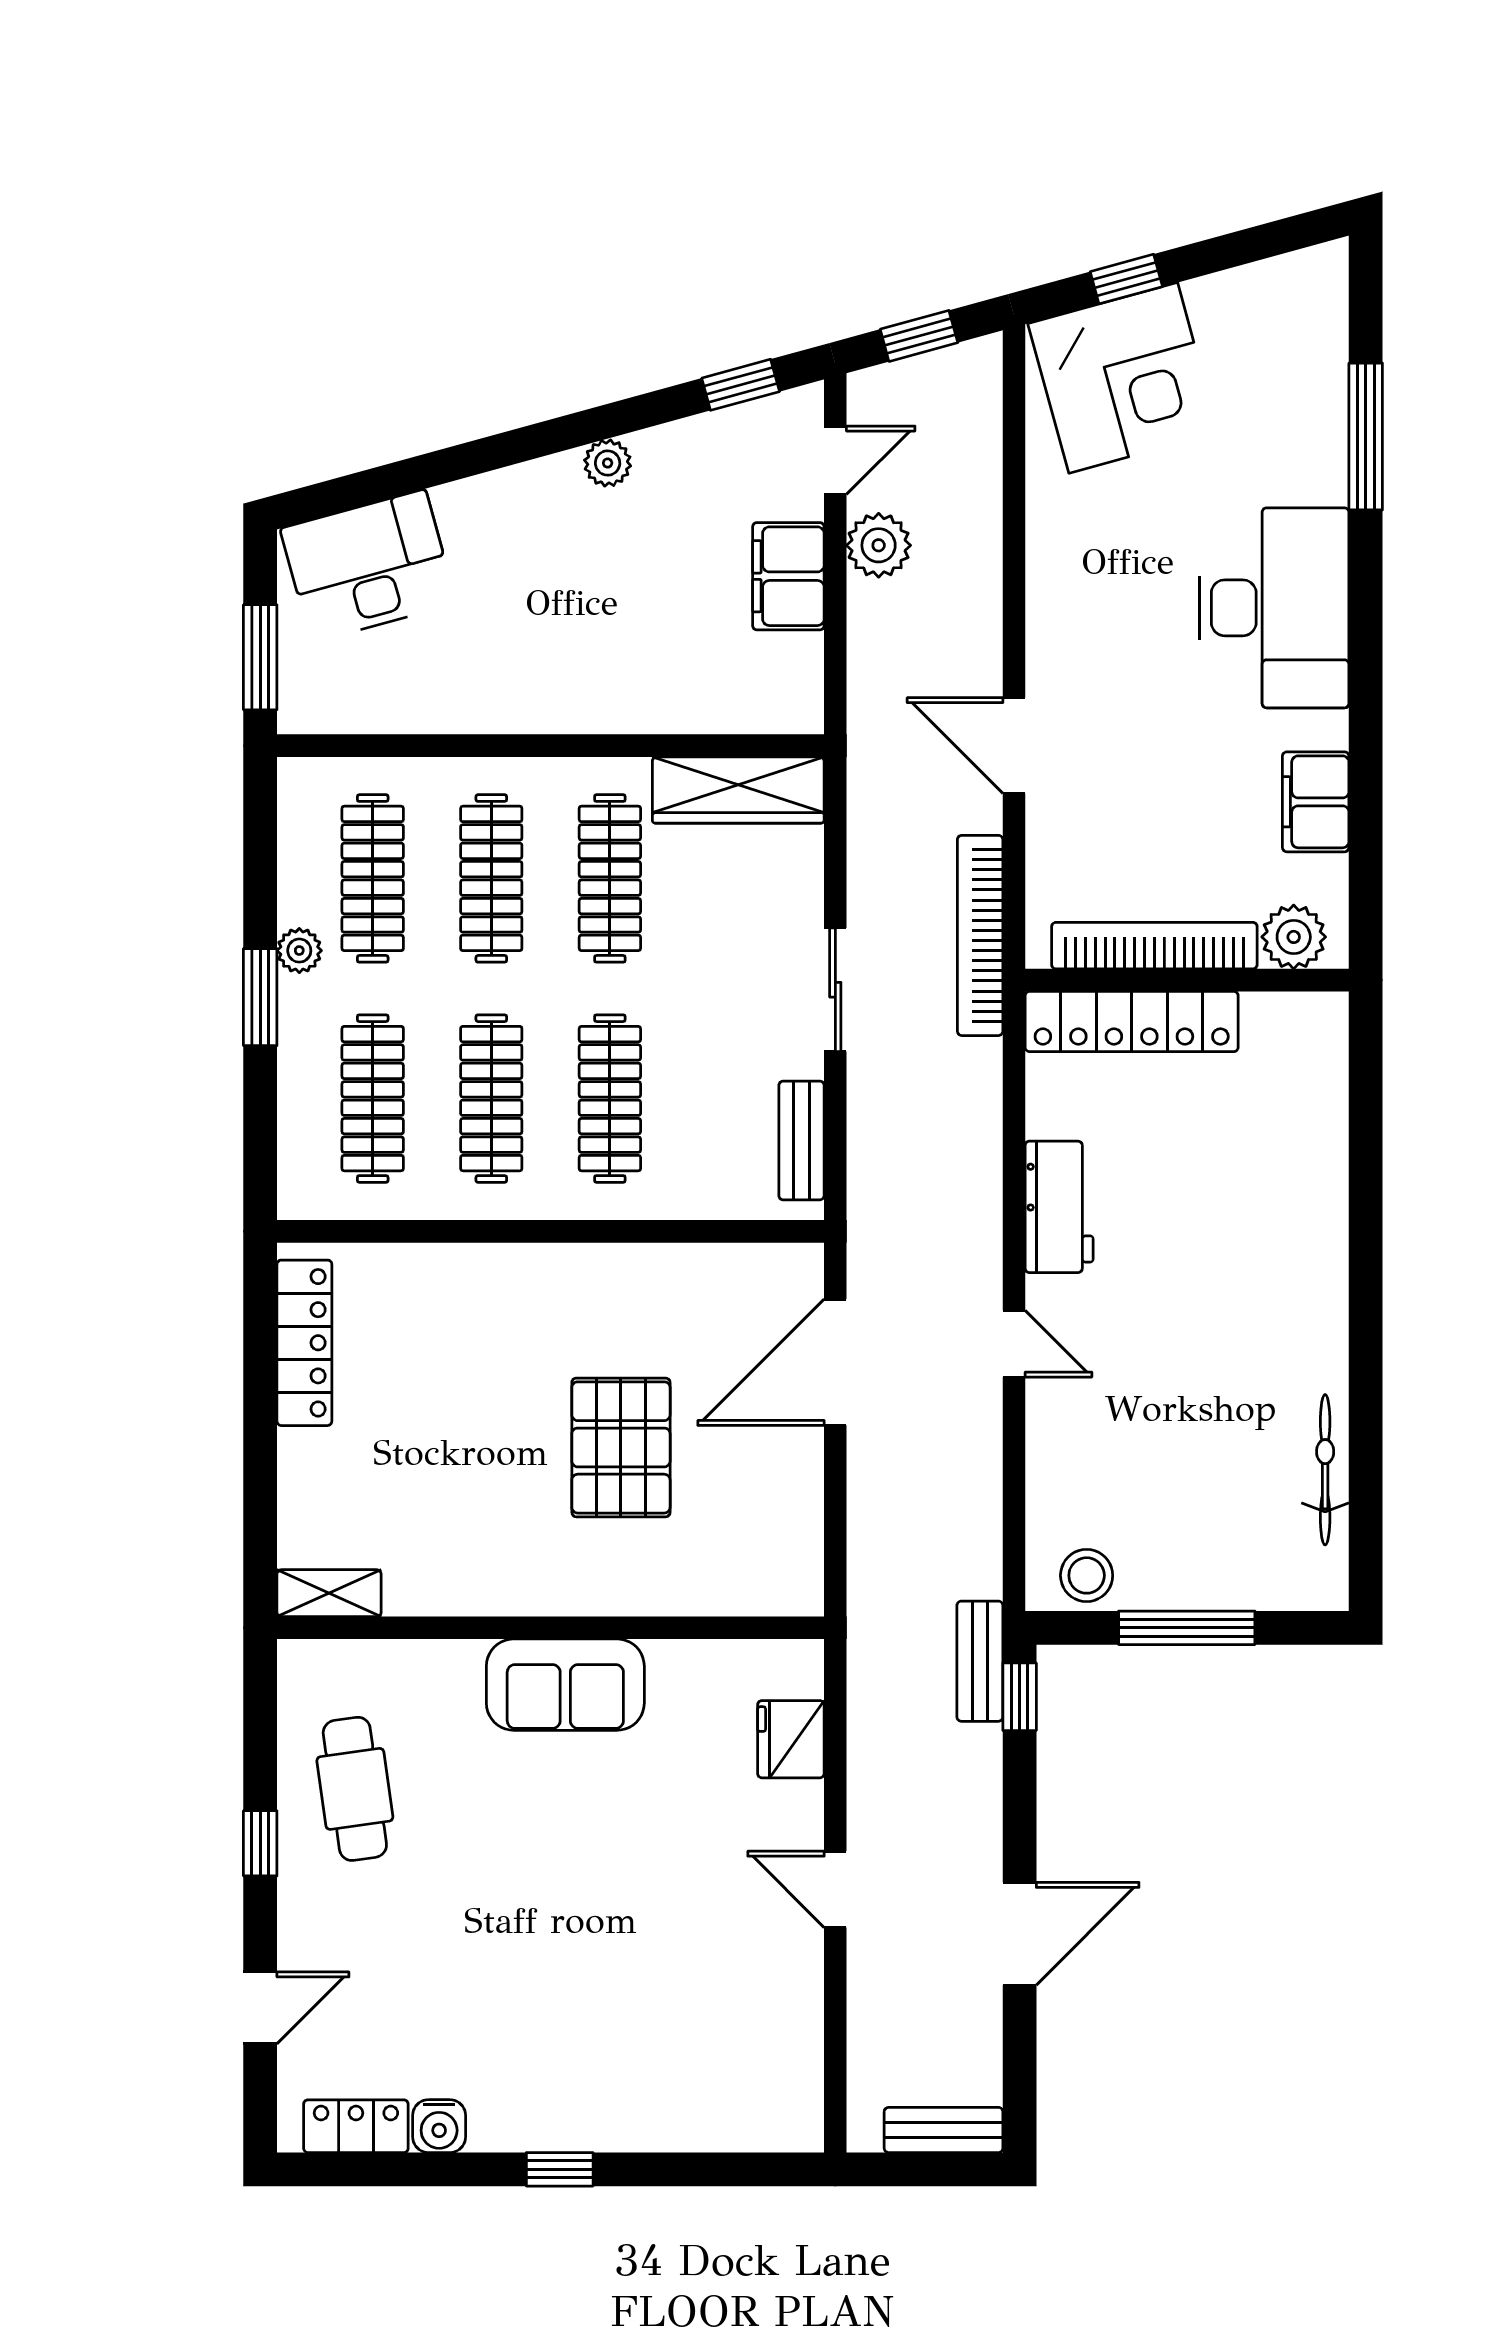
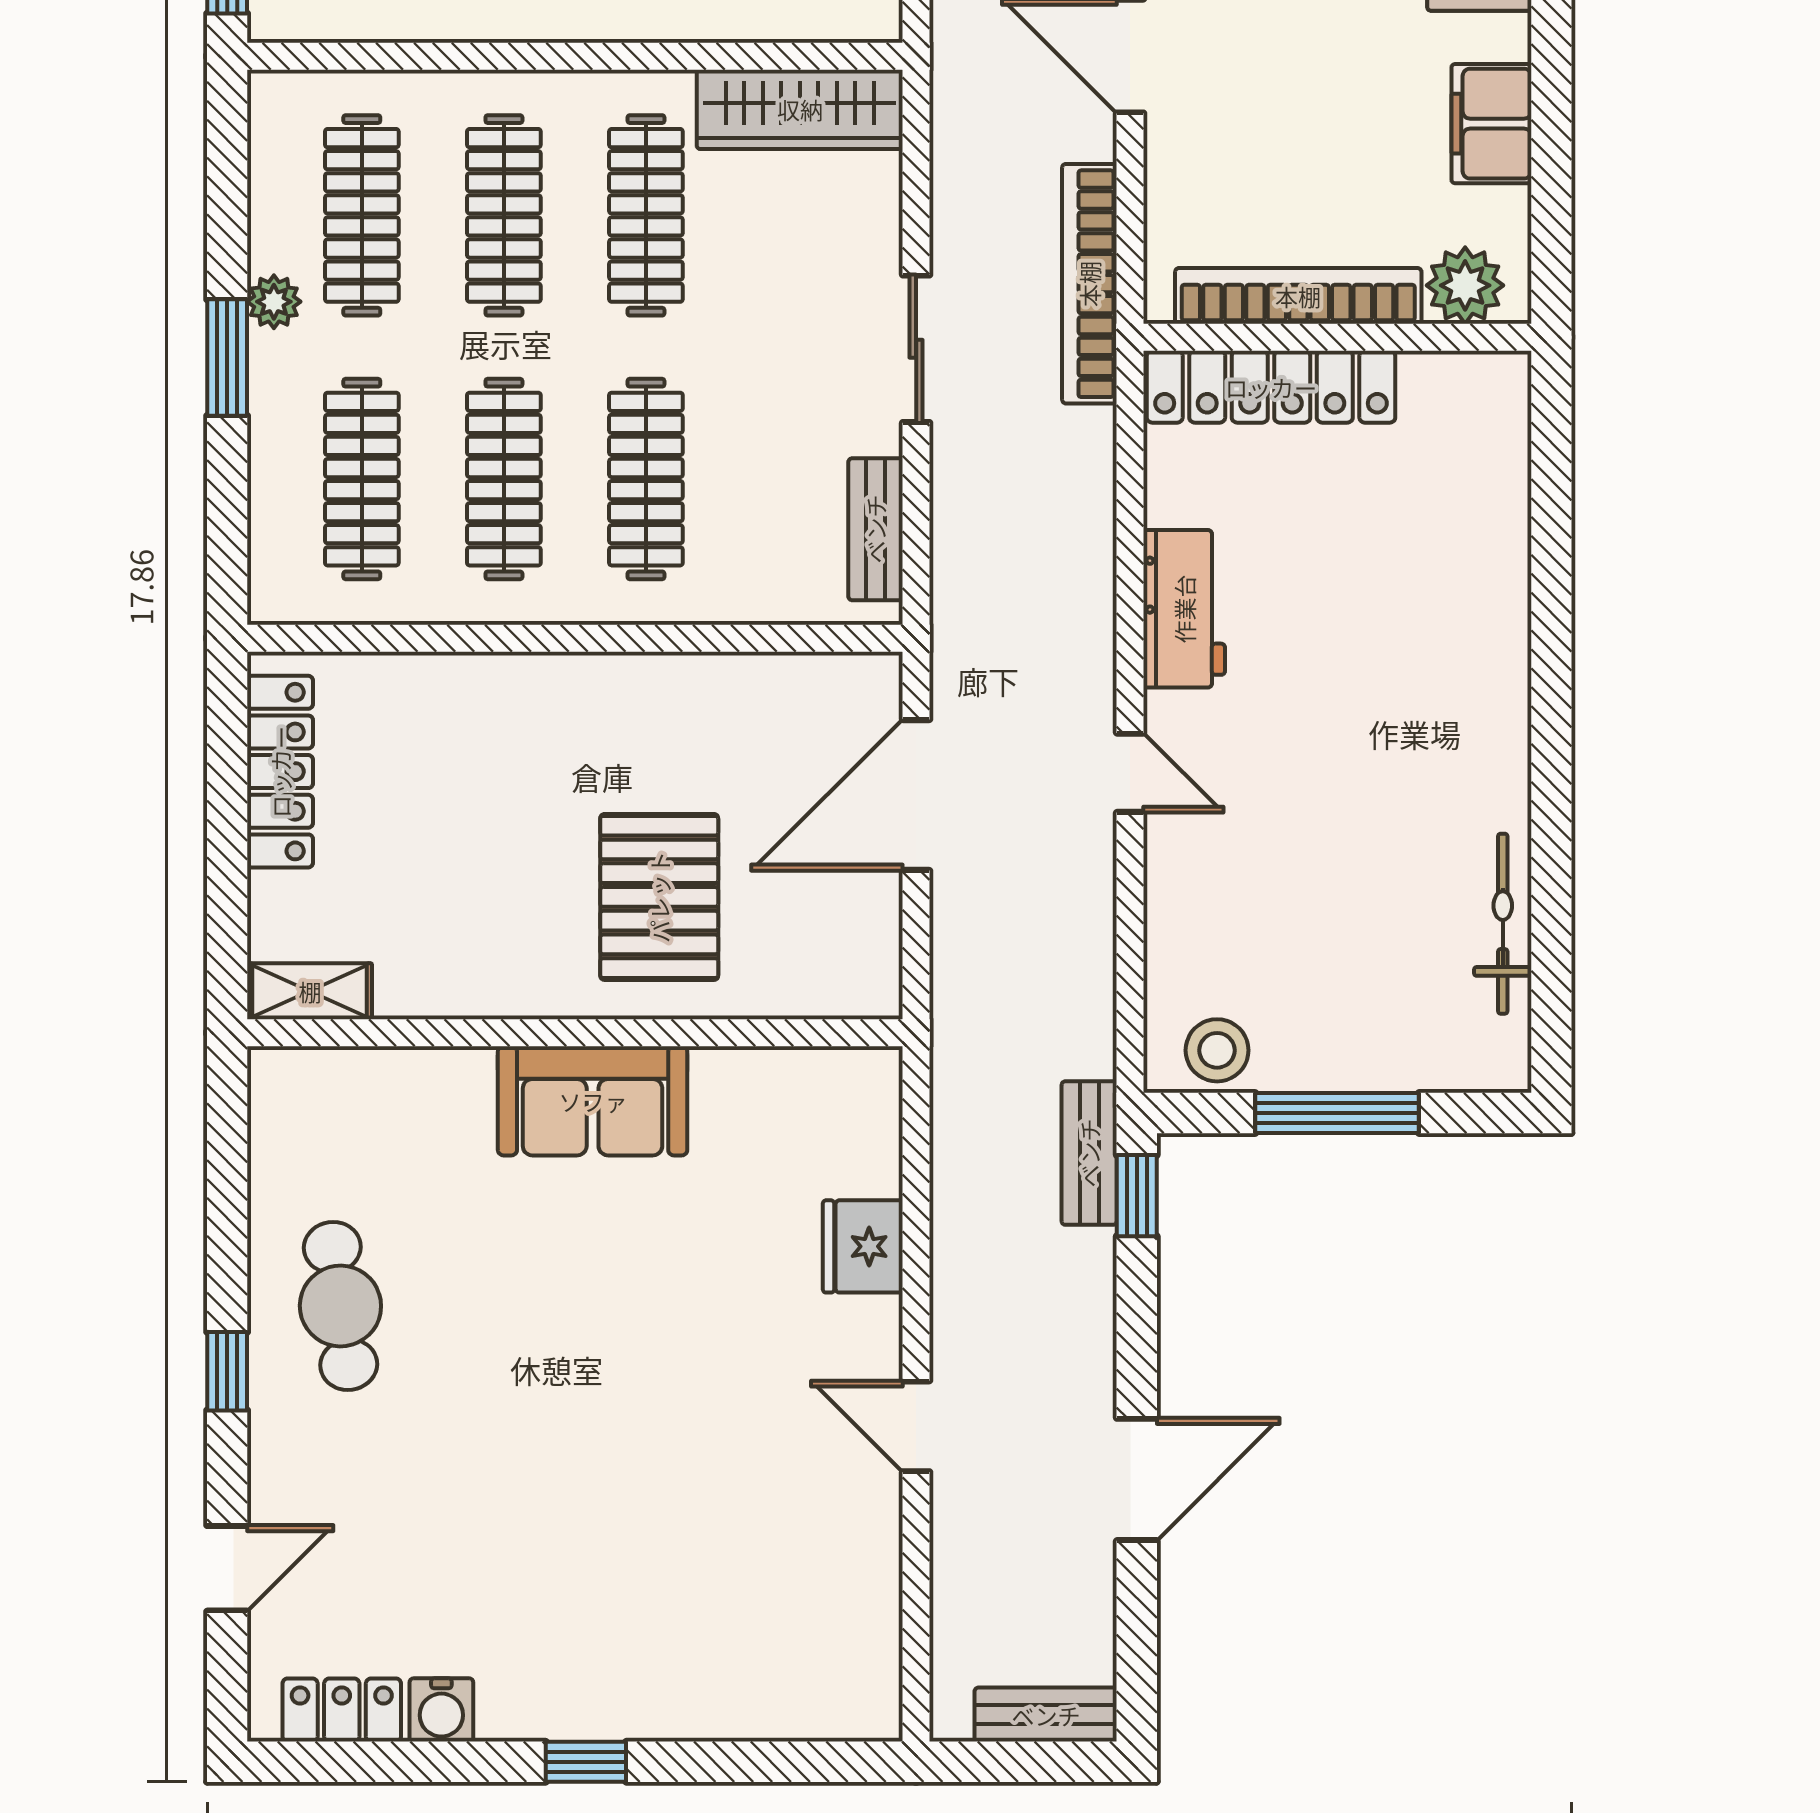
shelving: (329, 1593) -> (310, 991), moved
wall: (551, 1628) -> (575, 1033), moved
sofa: (565, 1685) -> (593, 1101), moved

